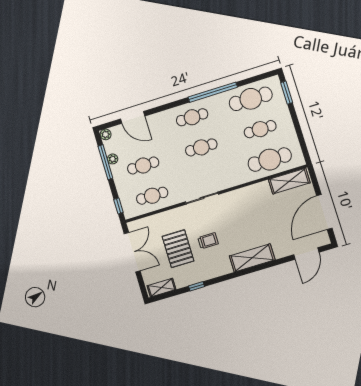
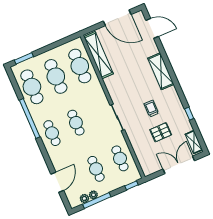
cafe table: (260, 129) -> (56, 76), width x1.37, depth x1.35
plant: (106, 134) -> (84, 199), moved
shelving: (289, 181) -> (98, 55), width x1.47
pallet: (178, 249) -> (161, 132), width x0.67, depth x0.71
double door: (132, 252) -> (179, 165), moved

